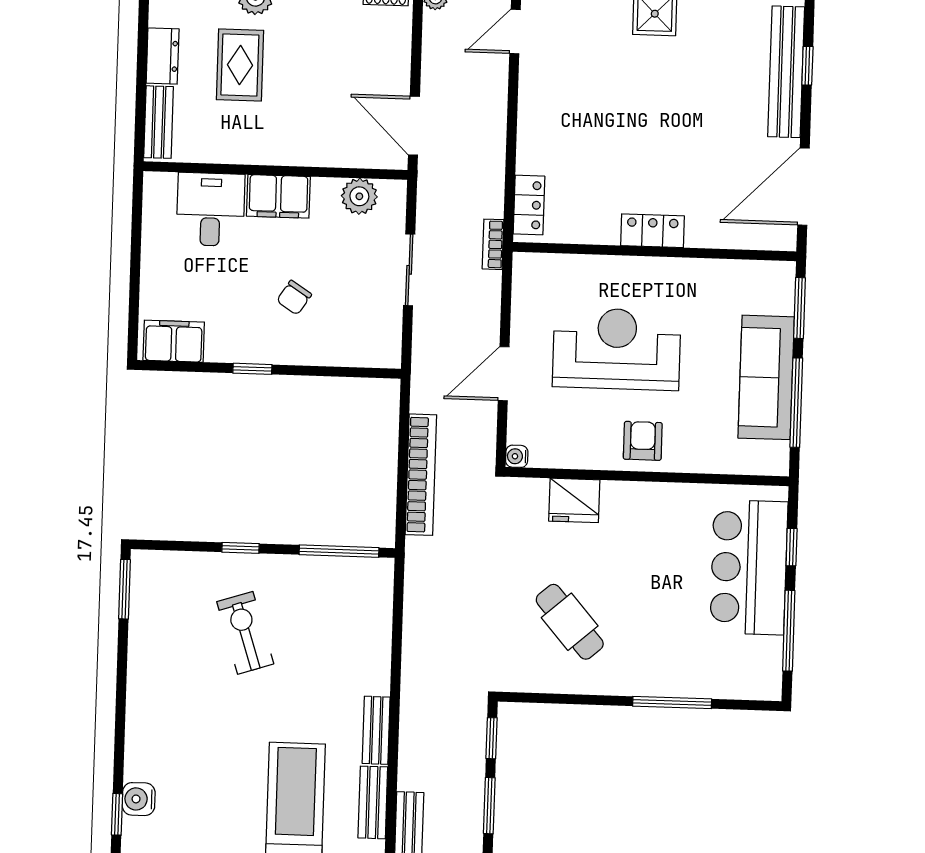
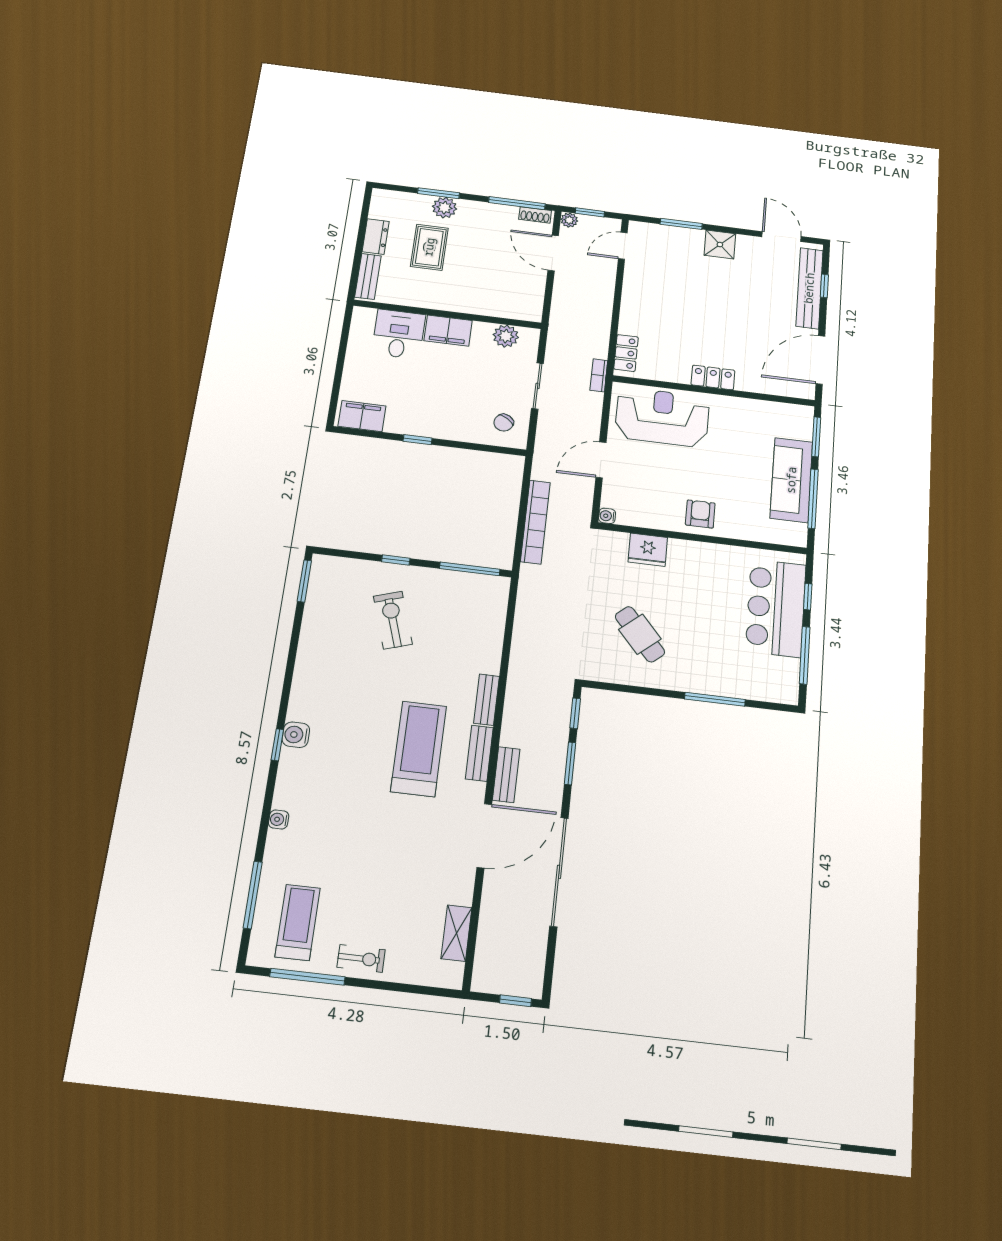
door: (414, 126) -> (553, 253), moved
chair: (294, 298) -> (504, 423), moved
reception desk: (617, 349) -> (662, 417), moved

